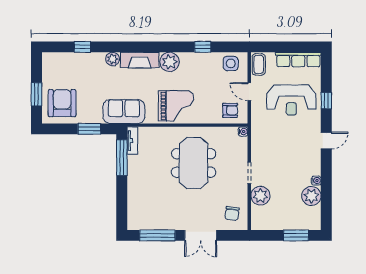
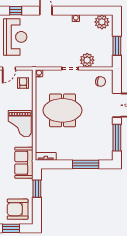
grand piano: (176, 106) -> (20, 124), turned 180
window: (122, 158) -> (86, 164), moved
plant: (311, 196) -> (102, 22), moved
window: (296, 235) -> (117, 46), moved

